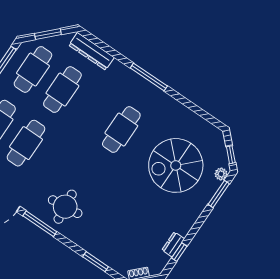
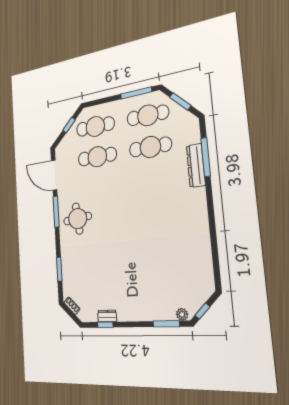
dresser: (92, 51) -> (196, 165), moved
window: (149, 77) -> (206, 157), moved
cafe table: (121, 130) -> (156, 212), removed
spiral stairs: (176, 165) -> (162, 274), removed

